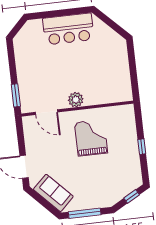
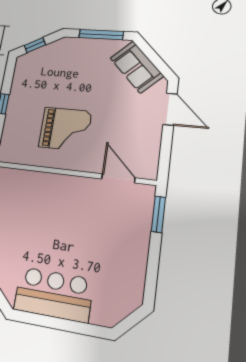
plant: (76, 100) -> (72, 186), removed
grand piano: (91, 138) -> (65, 129), turned -90

